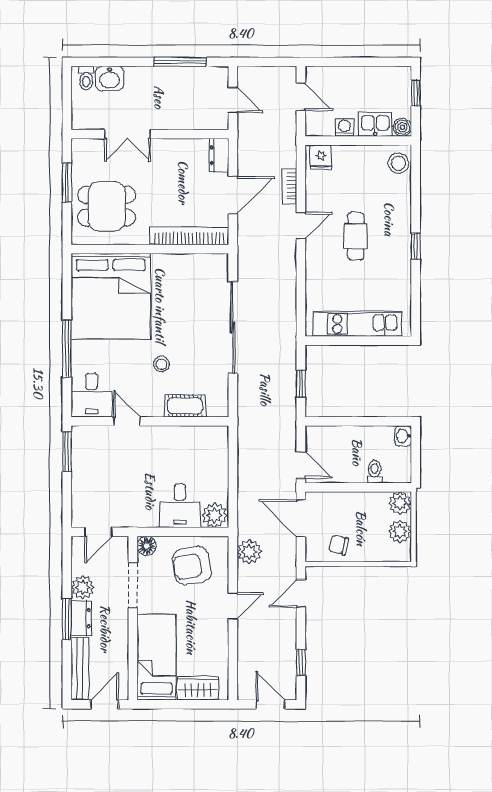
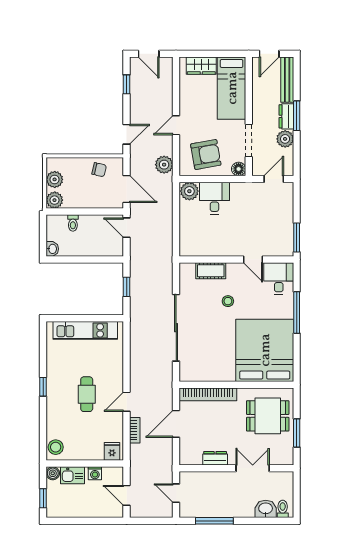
dresser: (219, 155) -> (215, 458), moved, turned -90

